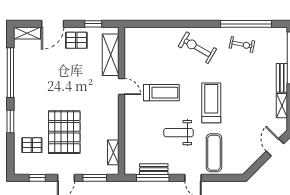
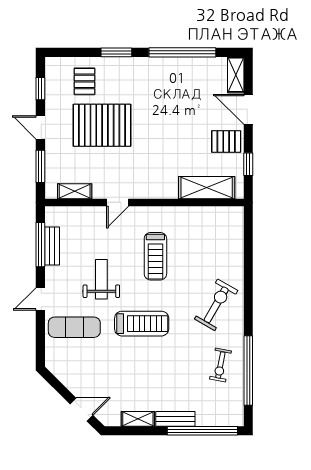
pallet: (76, 40) -> (226, 141), turned 90
door: (122, 87) -> (118, 202), moved

